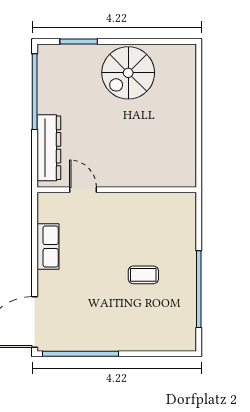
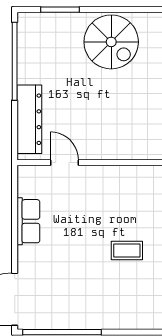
spiral stairs: (128, 73) -> (111, 42), turned -90

